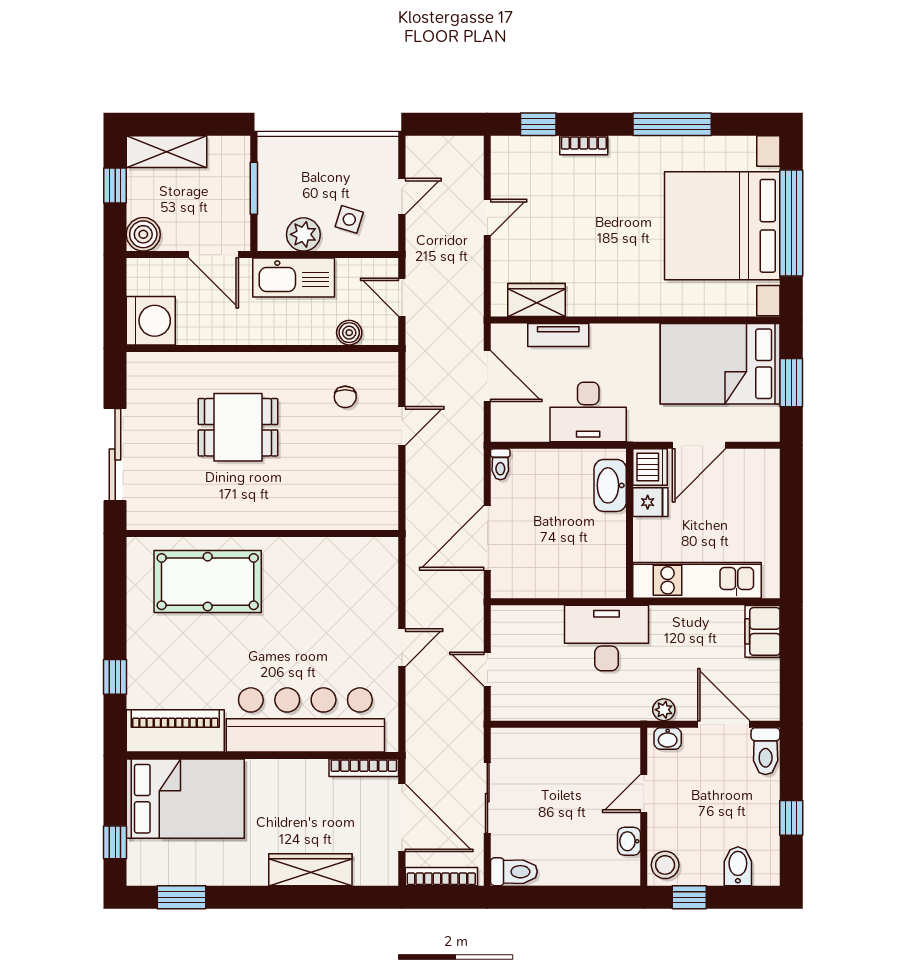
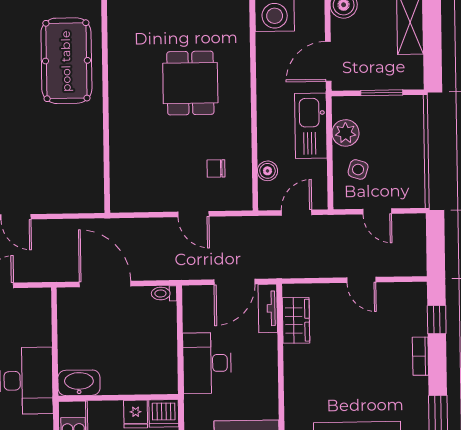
tv unit: (558, 335) -> (268, 308), moved
washbasin: (610, 485) -> (79, 383), moved

